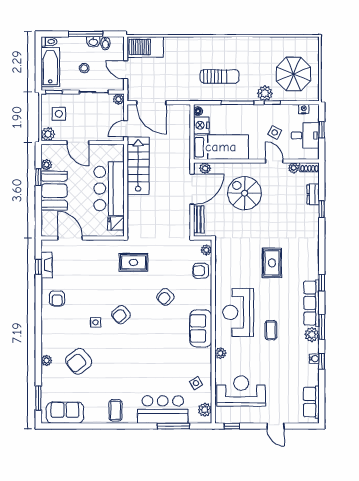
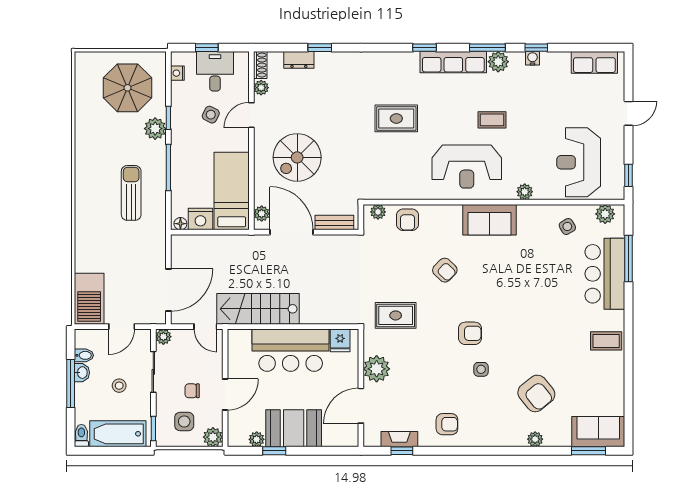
chair: (81, 119) -> (192, 391), added
plant: (96, 249) -> (377, 369), added
rug: (133, 262) -> (396, 315), turned 90
armchair: (121, 315) -> (470, 333), turned -48
sofa: (65, 413) -> (598, 432), moved, turned 90

